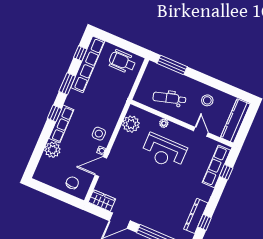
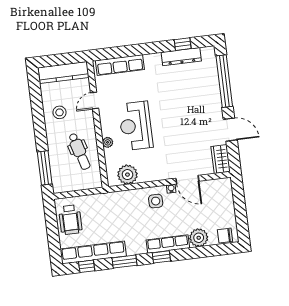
reception desk: (164, 152) -> (136, 126), turned 180
window: (226, 172) -> (120, 52), removed
chair: (72, 183) -> (225, 236), moved

